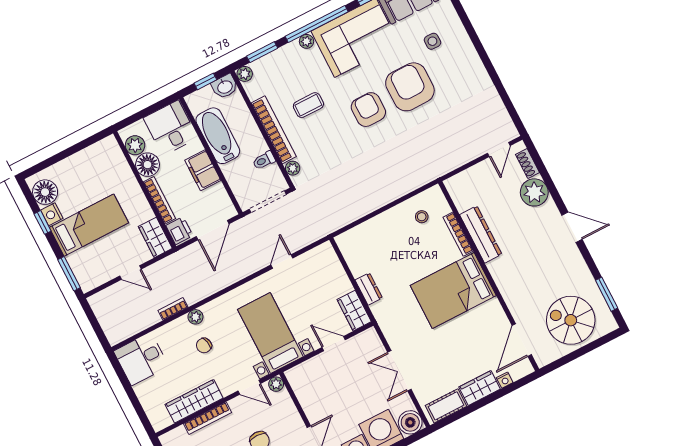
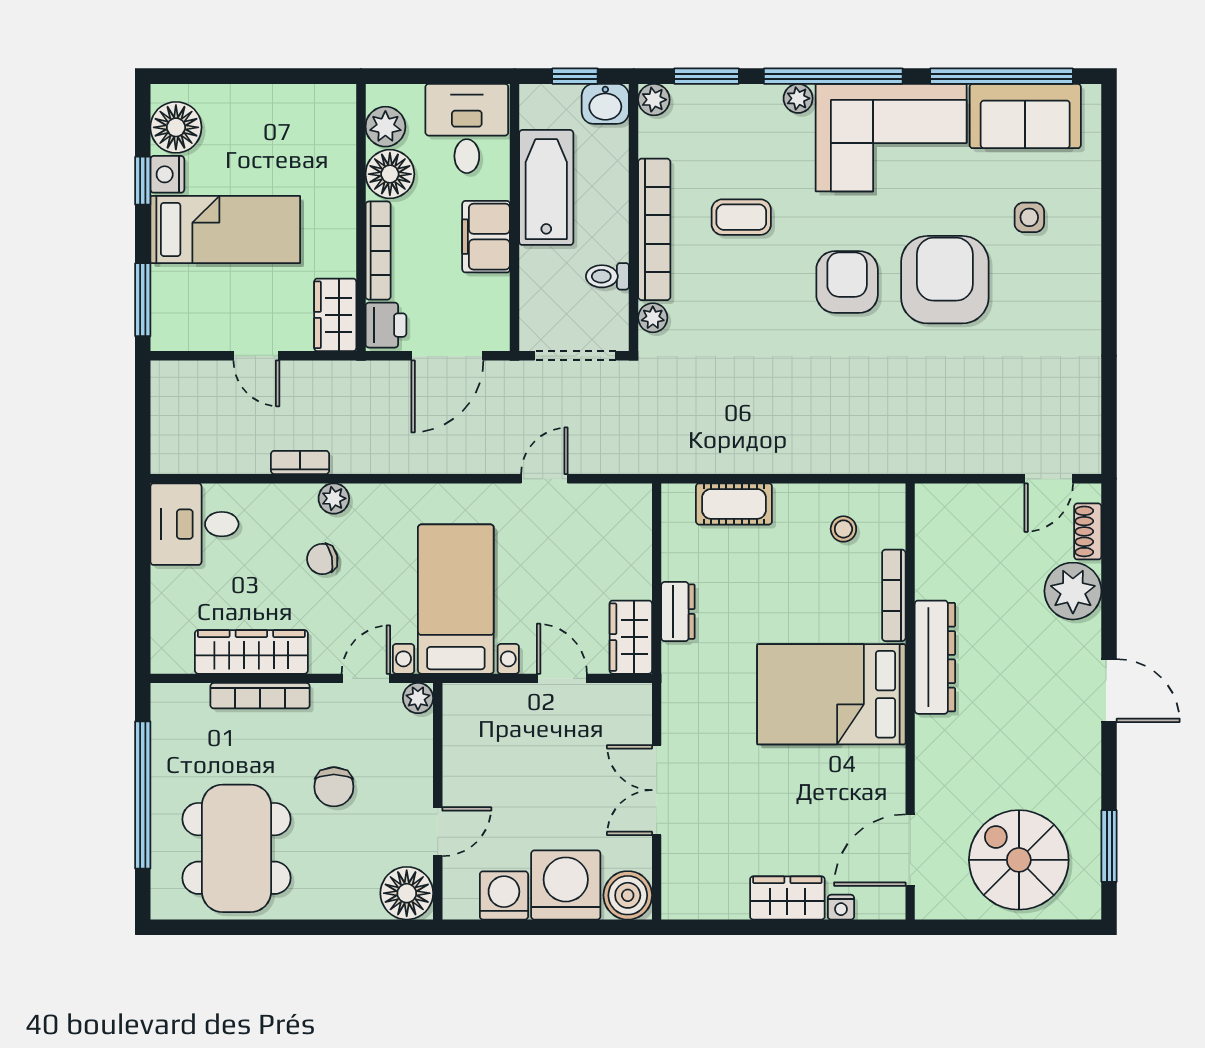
dresser: (481, 234) -> (935, 657), moved
door: (249, 387) -> (366, 678), swing flipped
cot: (446, 406) -> (734, 504), moved

